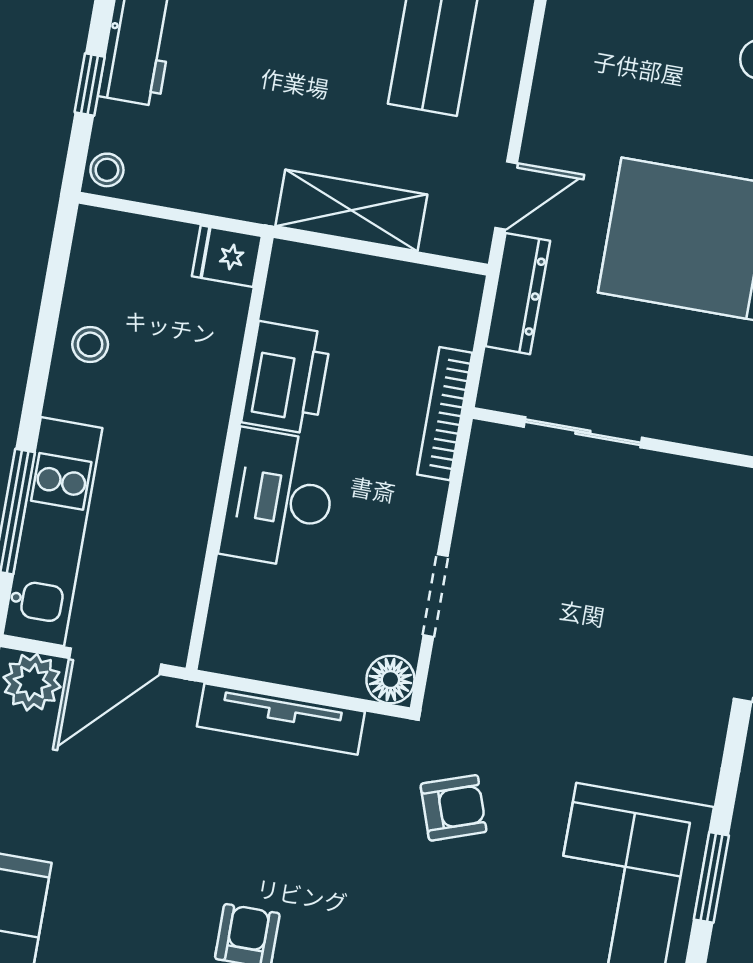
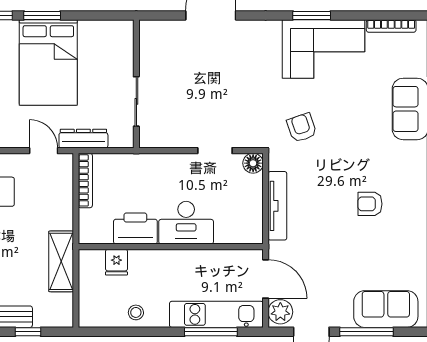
stool: (107, 170) -> (62, 318), removed
shelving: (351, 210) -> (61, 261), moved
fridge: (227, 256) -> (116, 262), moved
bookcase: (445, 414) -> (85, 180), moved, turned -90

